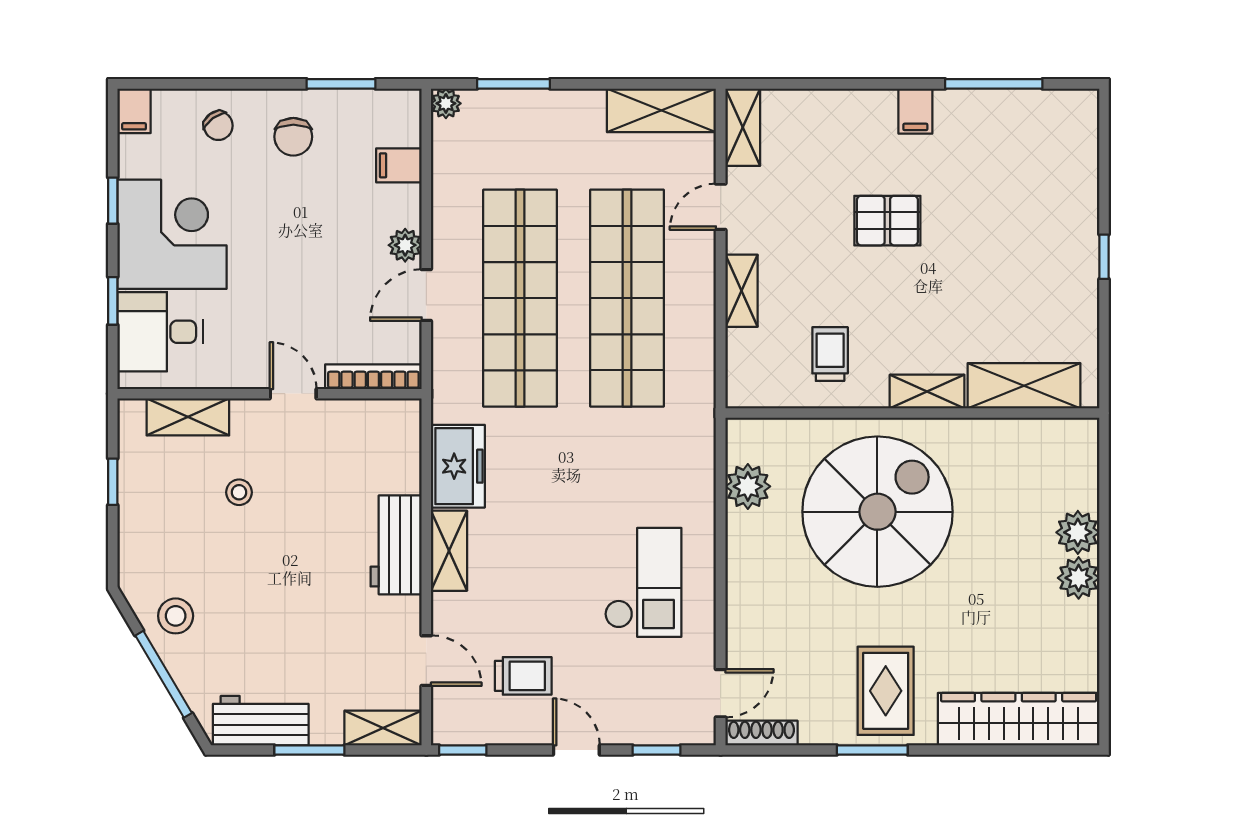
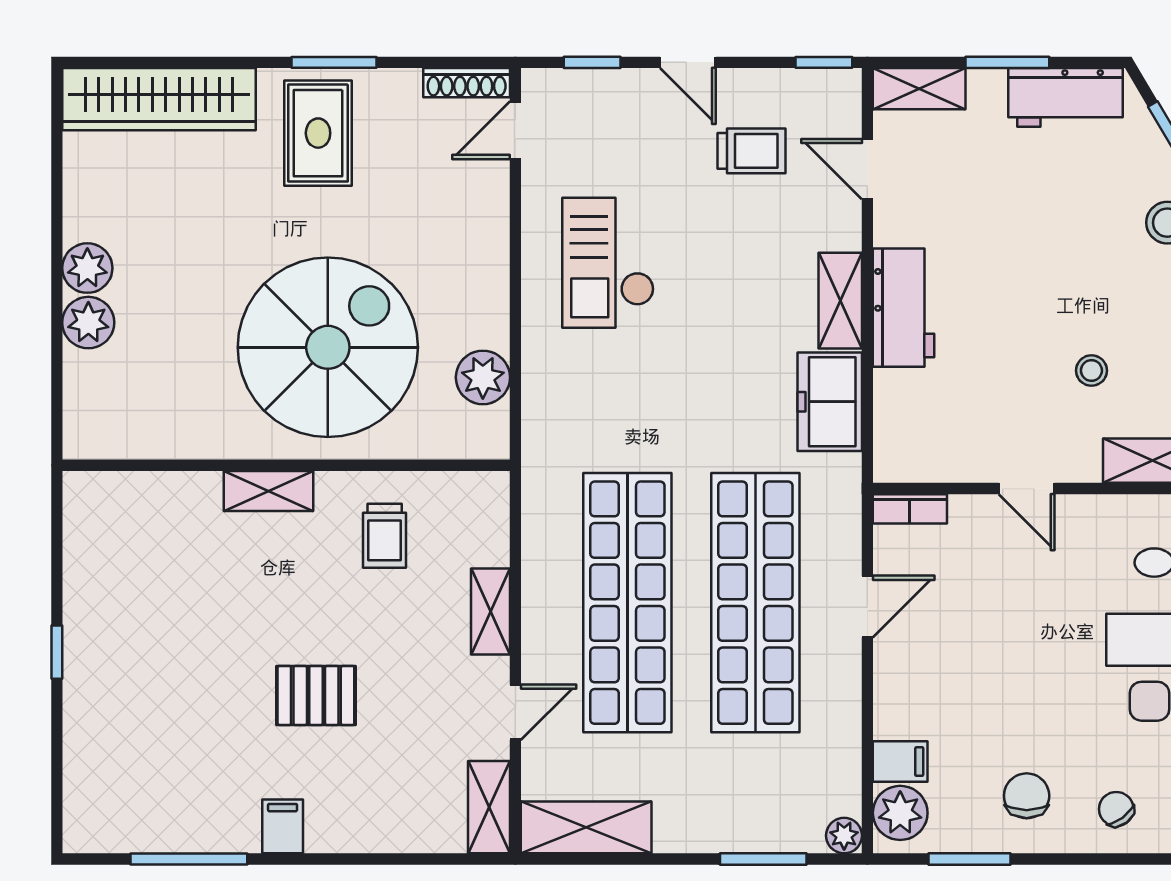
plant: (405, 245) -> (900, 813), moved, width x1.38, depth x1.38
bookcase: (373, 377) -> (910, 509), width x0.64
shelving: (1024, 386) -> (153, 498), removed
spiral stairs: (877, 512) -> (328, 347), turned 180
trolley: (523, 676) -> (752, 151), turned 180

